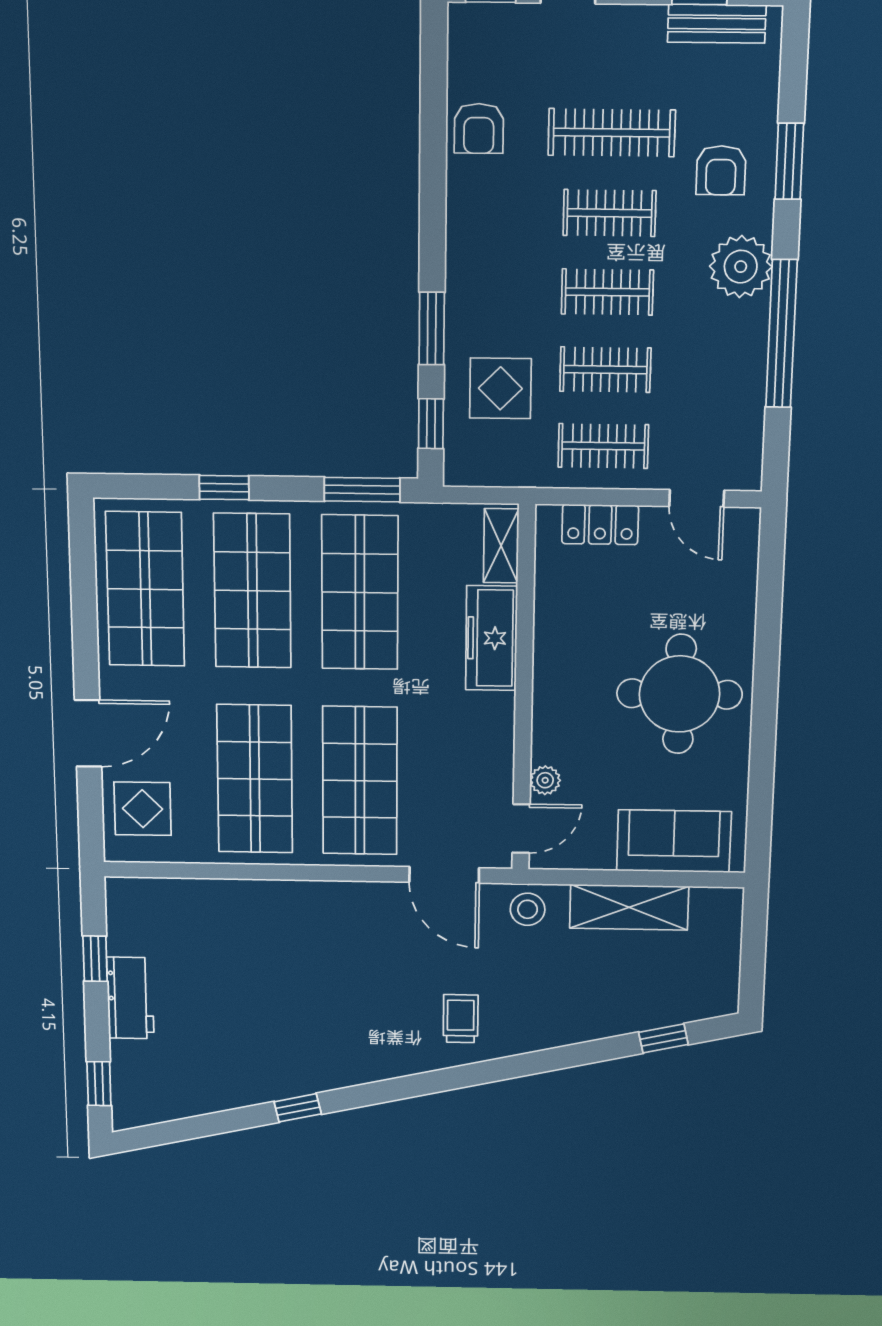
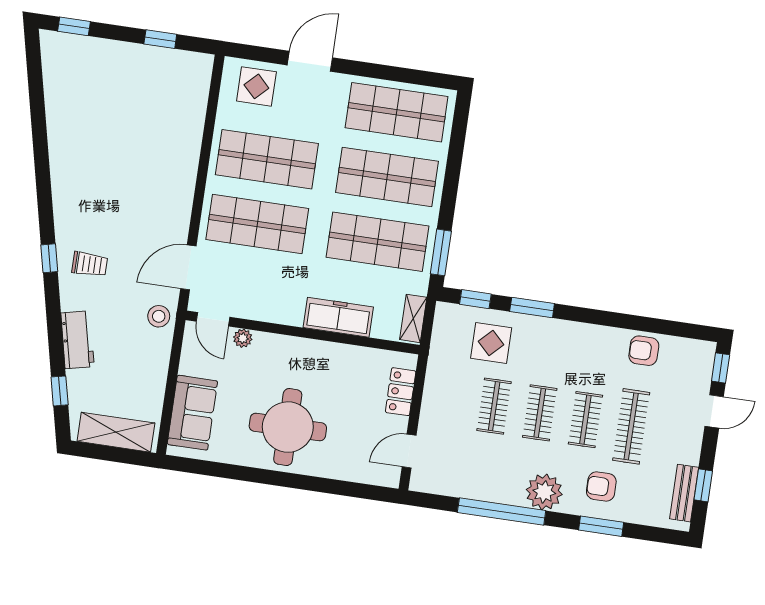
clothes rail: (603, 446) -> (448, 399), removed
window: (224, 488) -> (453, 170), removed
shelving: (501, 546) -> (413, 318), moved, turned 90
door: (88, 733) -> (310, 61), swing flipped
shelving: (629, 907) -> (116, 432), moved, turned 90
workbench: (130, 998) -> (77, 340), moved, turned -103
window: (298, 1108) -> (49, 258), moved

